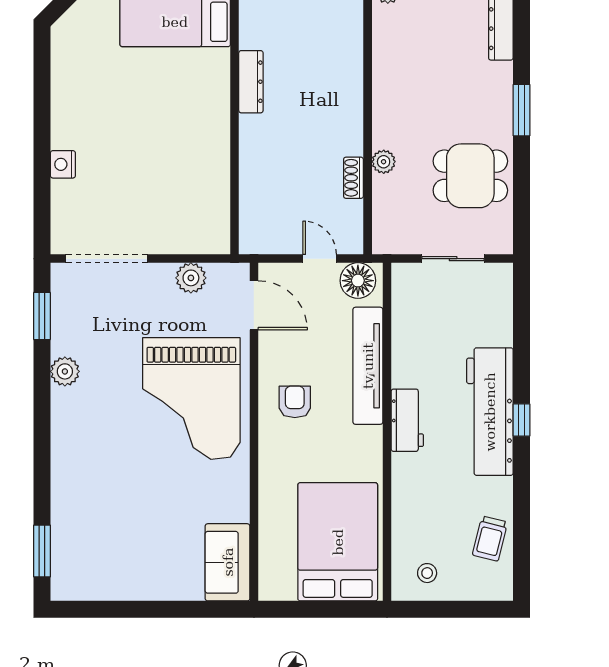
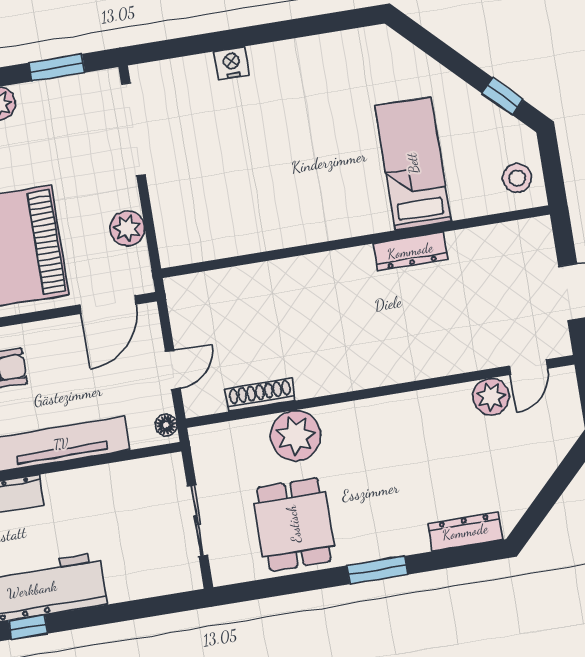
dresser: (251, 82) -> (410, 251), moved
plant: (384, 162) -> (296, 436), width x1.88, depth x1.88
shoe rack: (353, 178) -> (260, 395), width x1.43
floor lamp: (358, 281) -> (166, 425), width x0.53, depth x0.53

